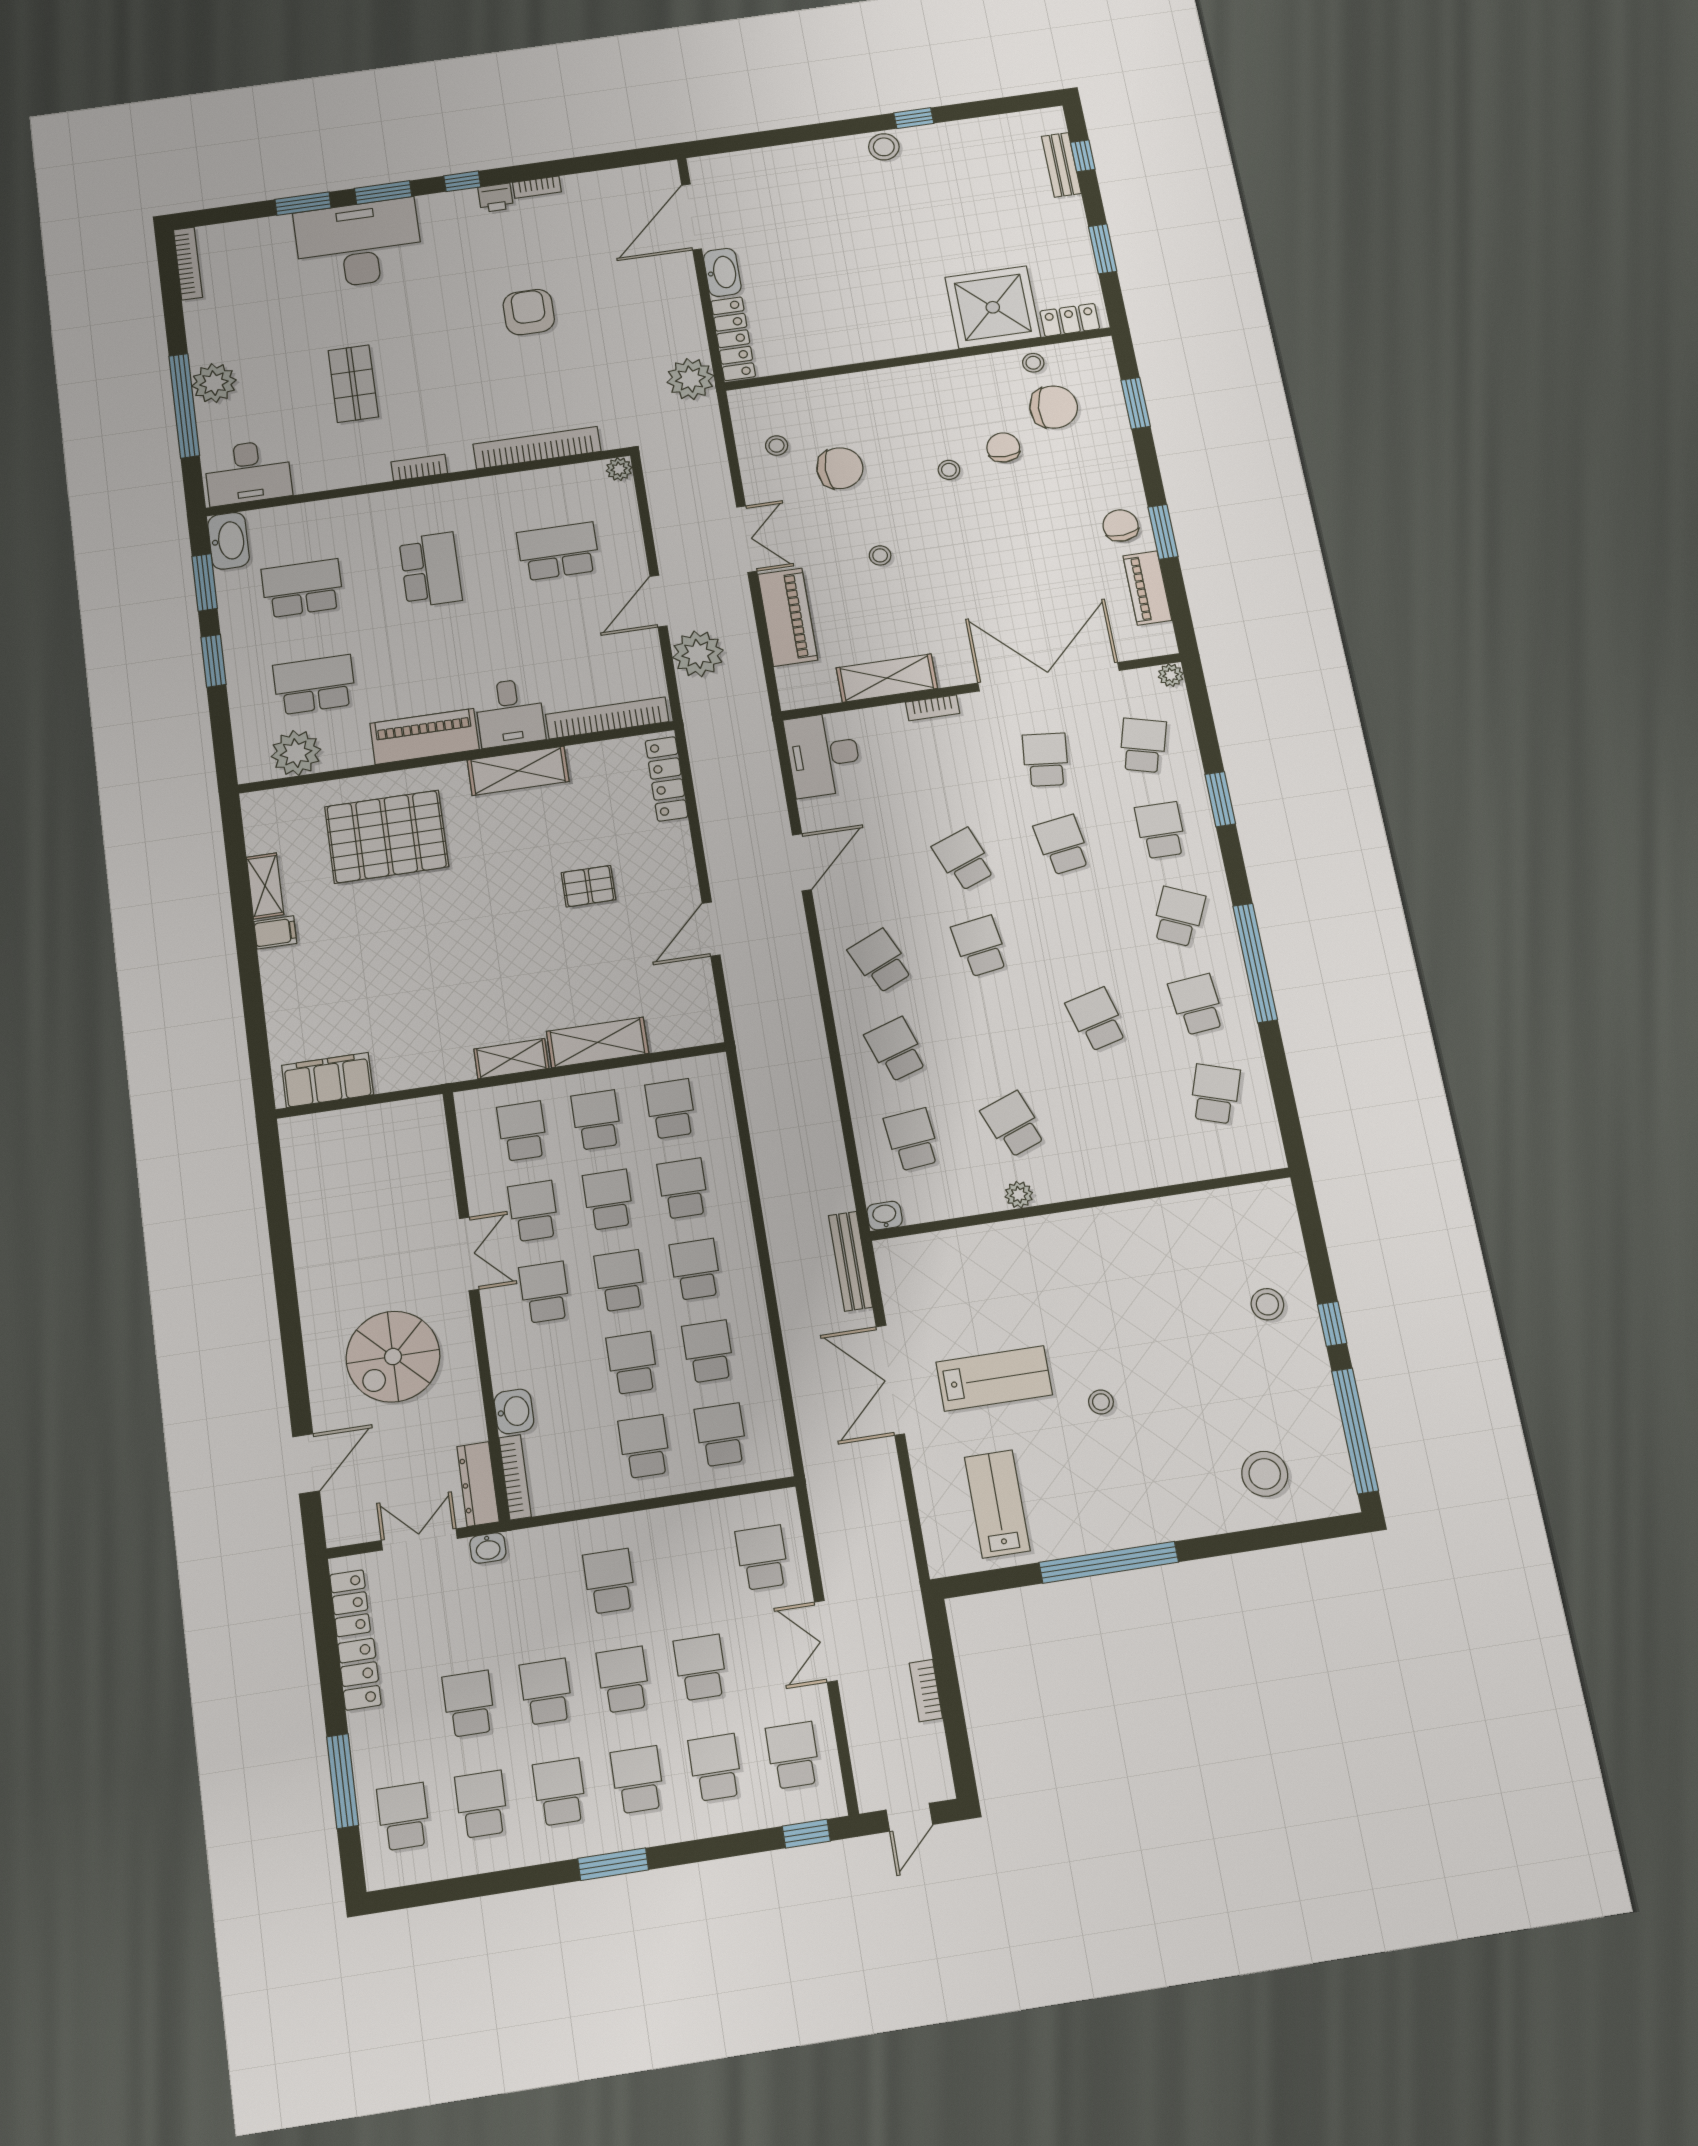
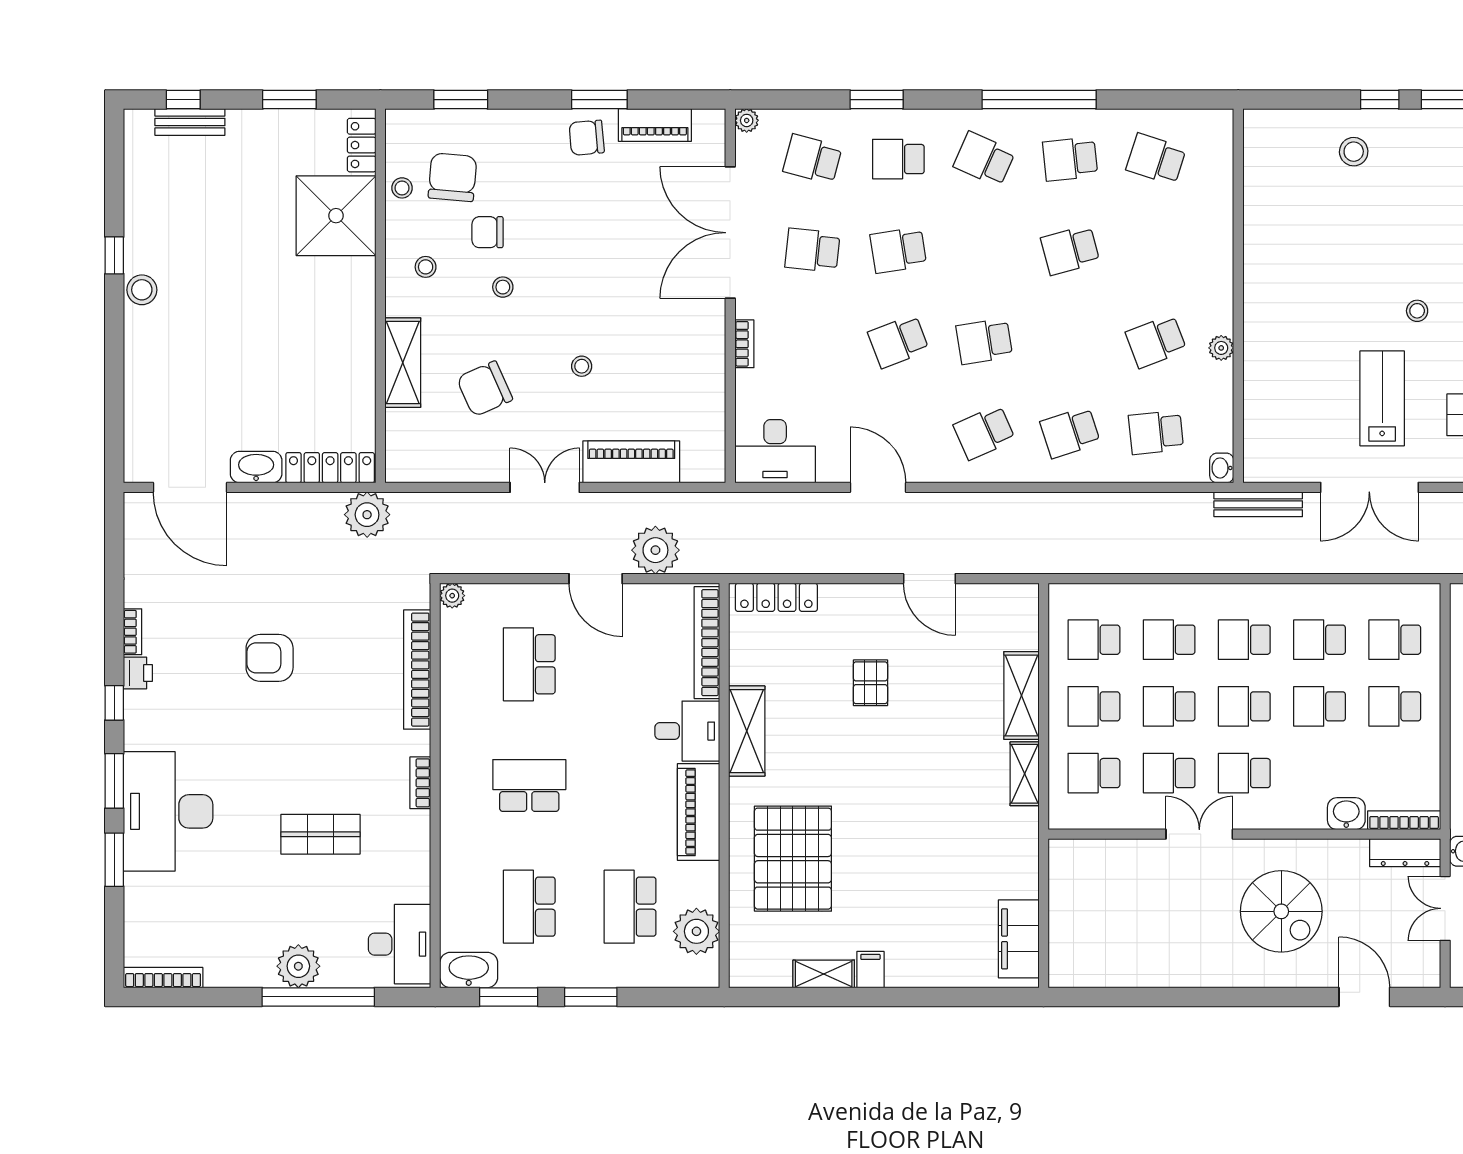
stool: (777, 446) -> (426, 267), moved
chair: (840, 468) -> (485, 389), turned -114
shelving: (887, 678) -> (403, 363), moved

